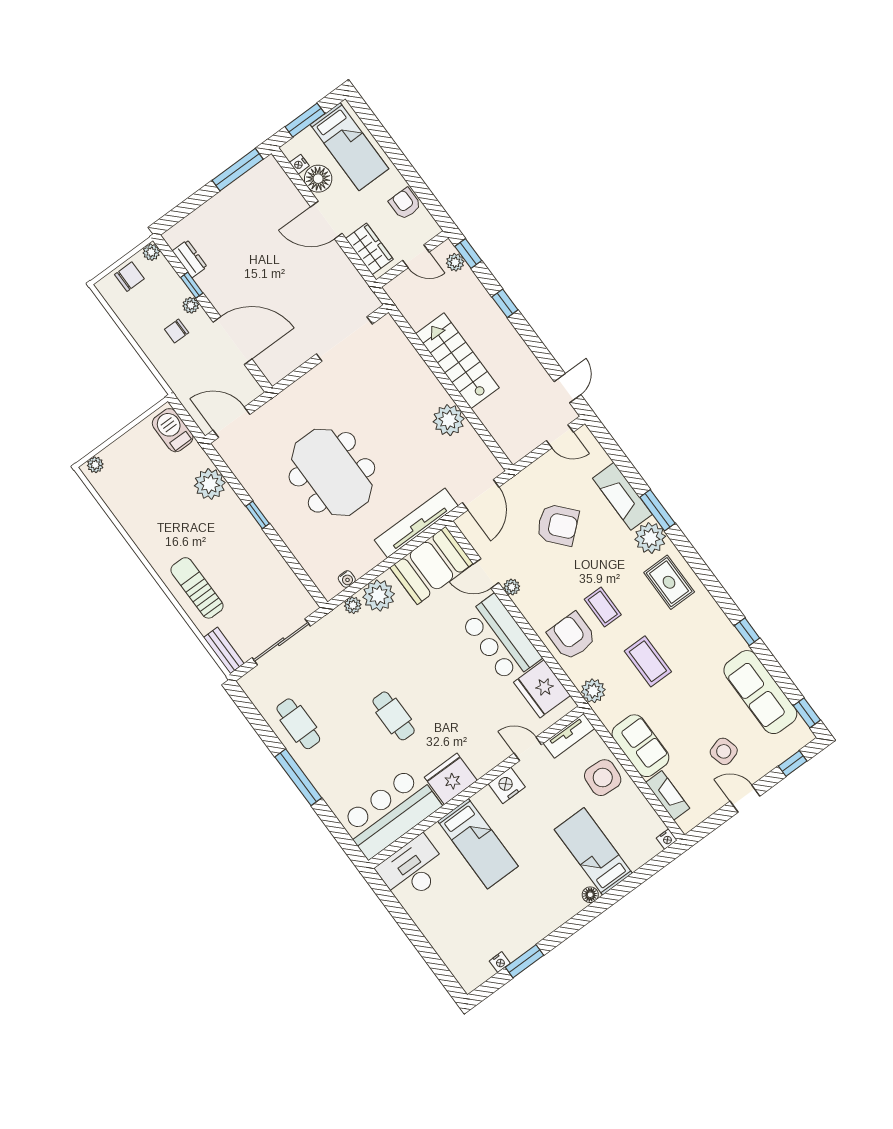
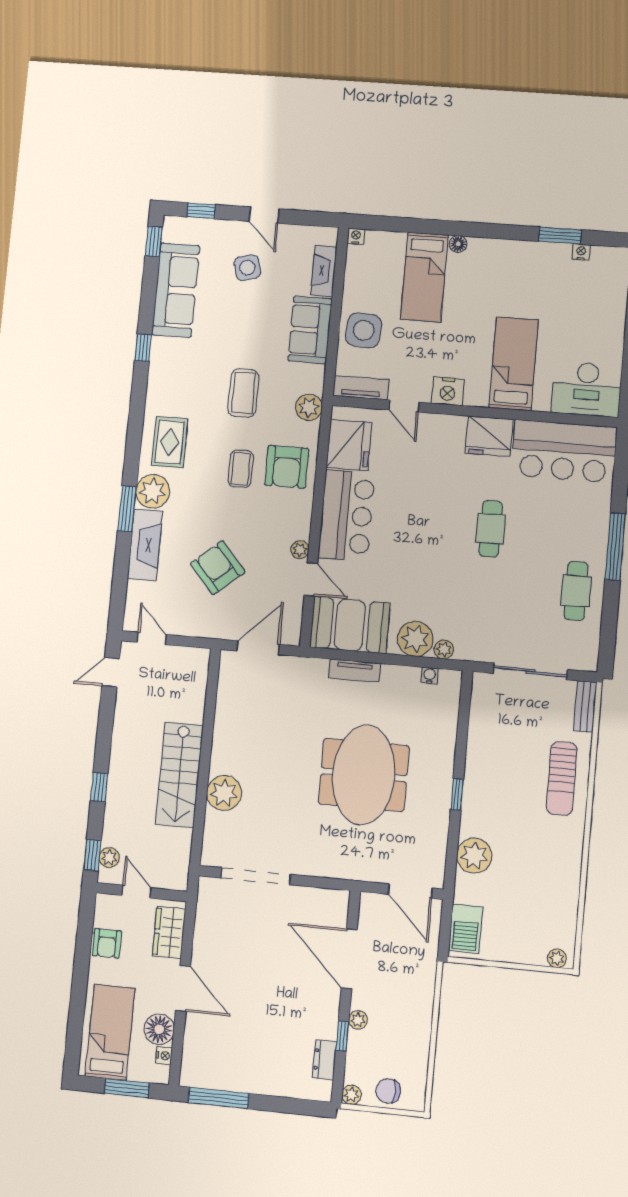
chair: (177, 331) -> (389, 1009), removed
plant: (449, 420) -> (224, 793), moved
tv unit: (416, 523) -> (355, 671), width x0.52, depth x0.78

